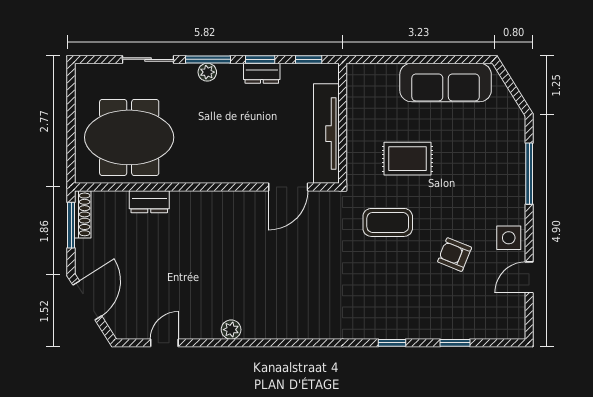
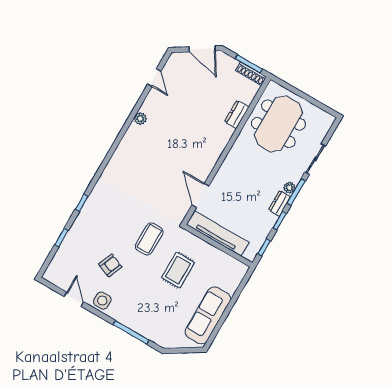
dresser: (262, 73) -> (280, 203), moved

